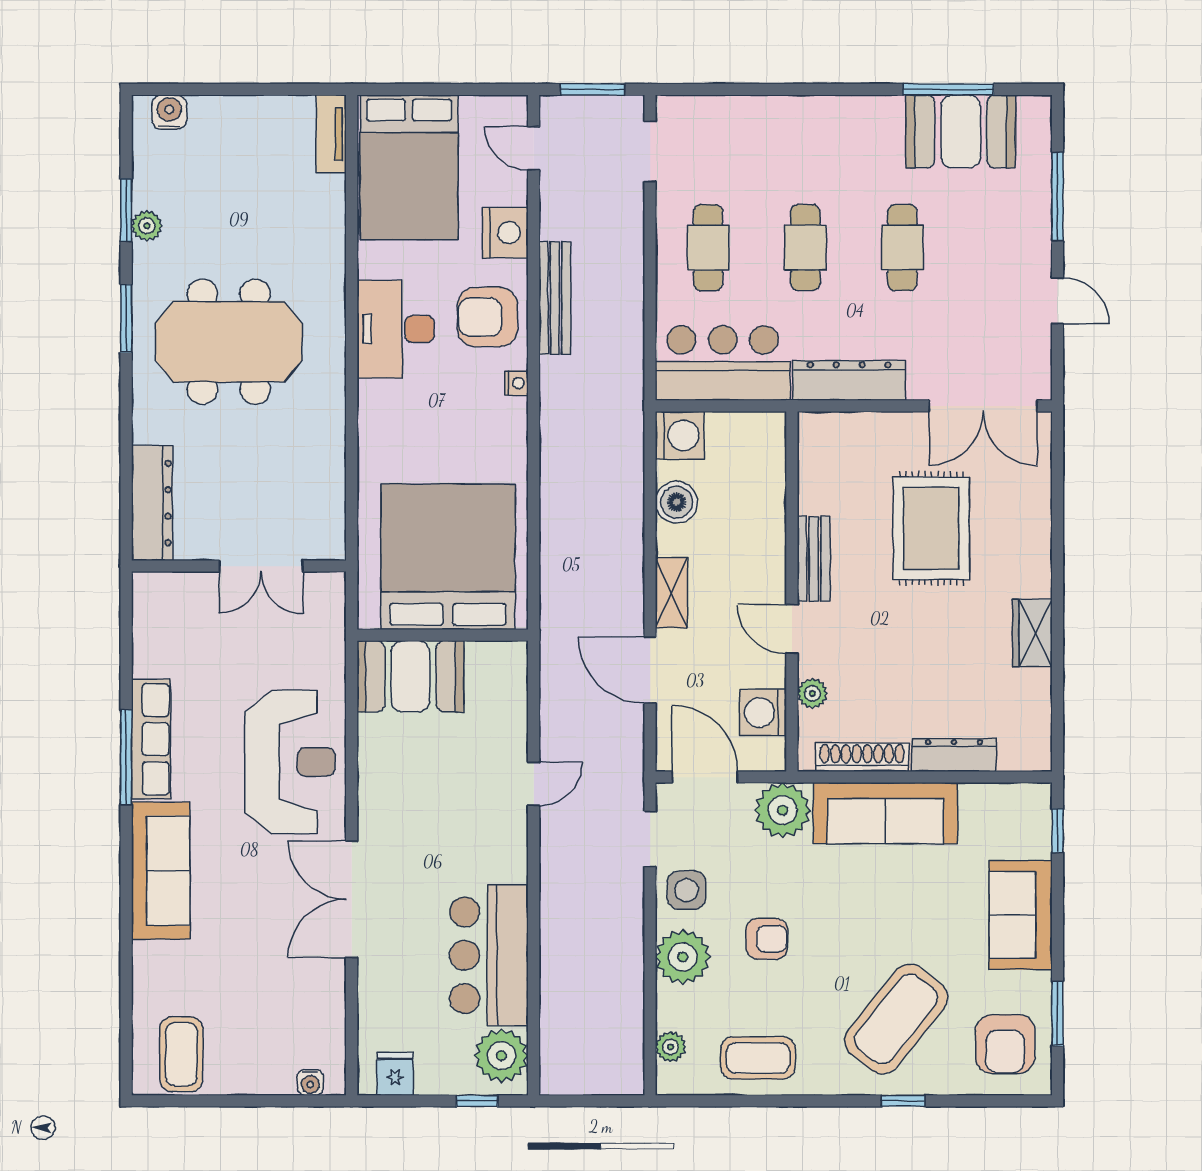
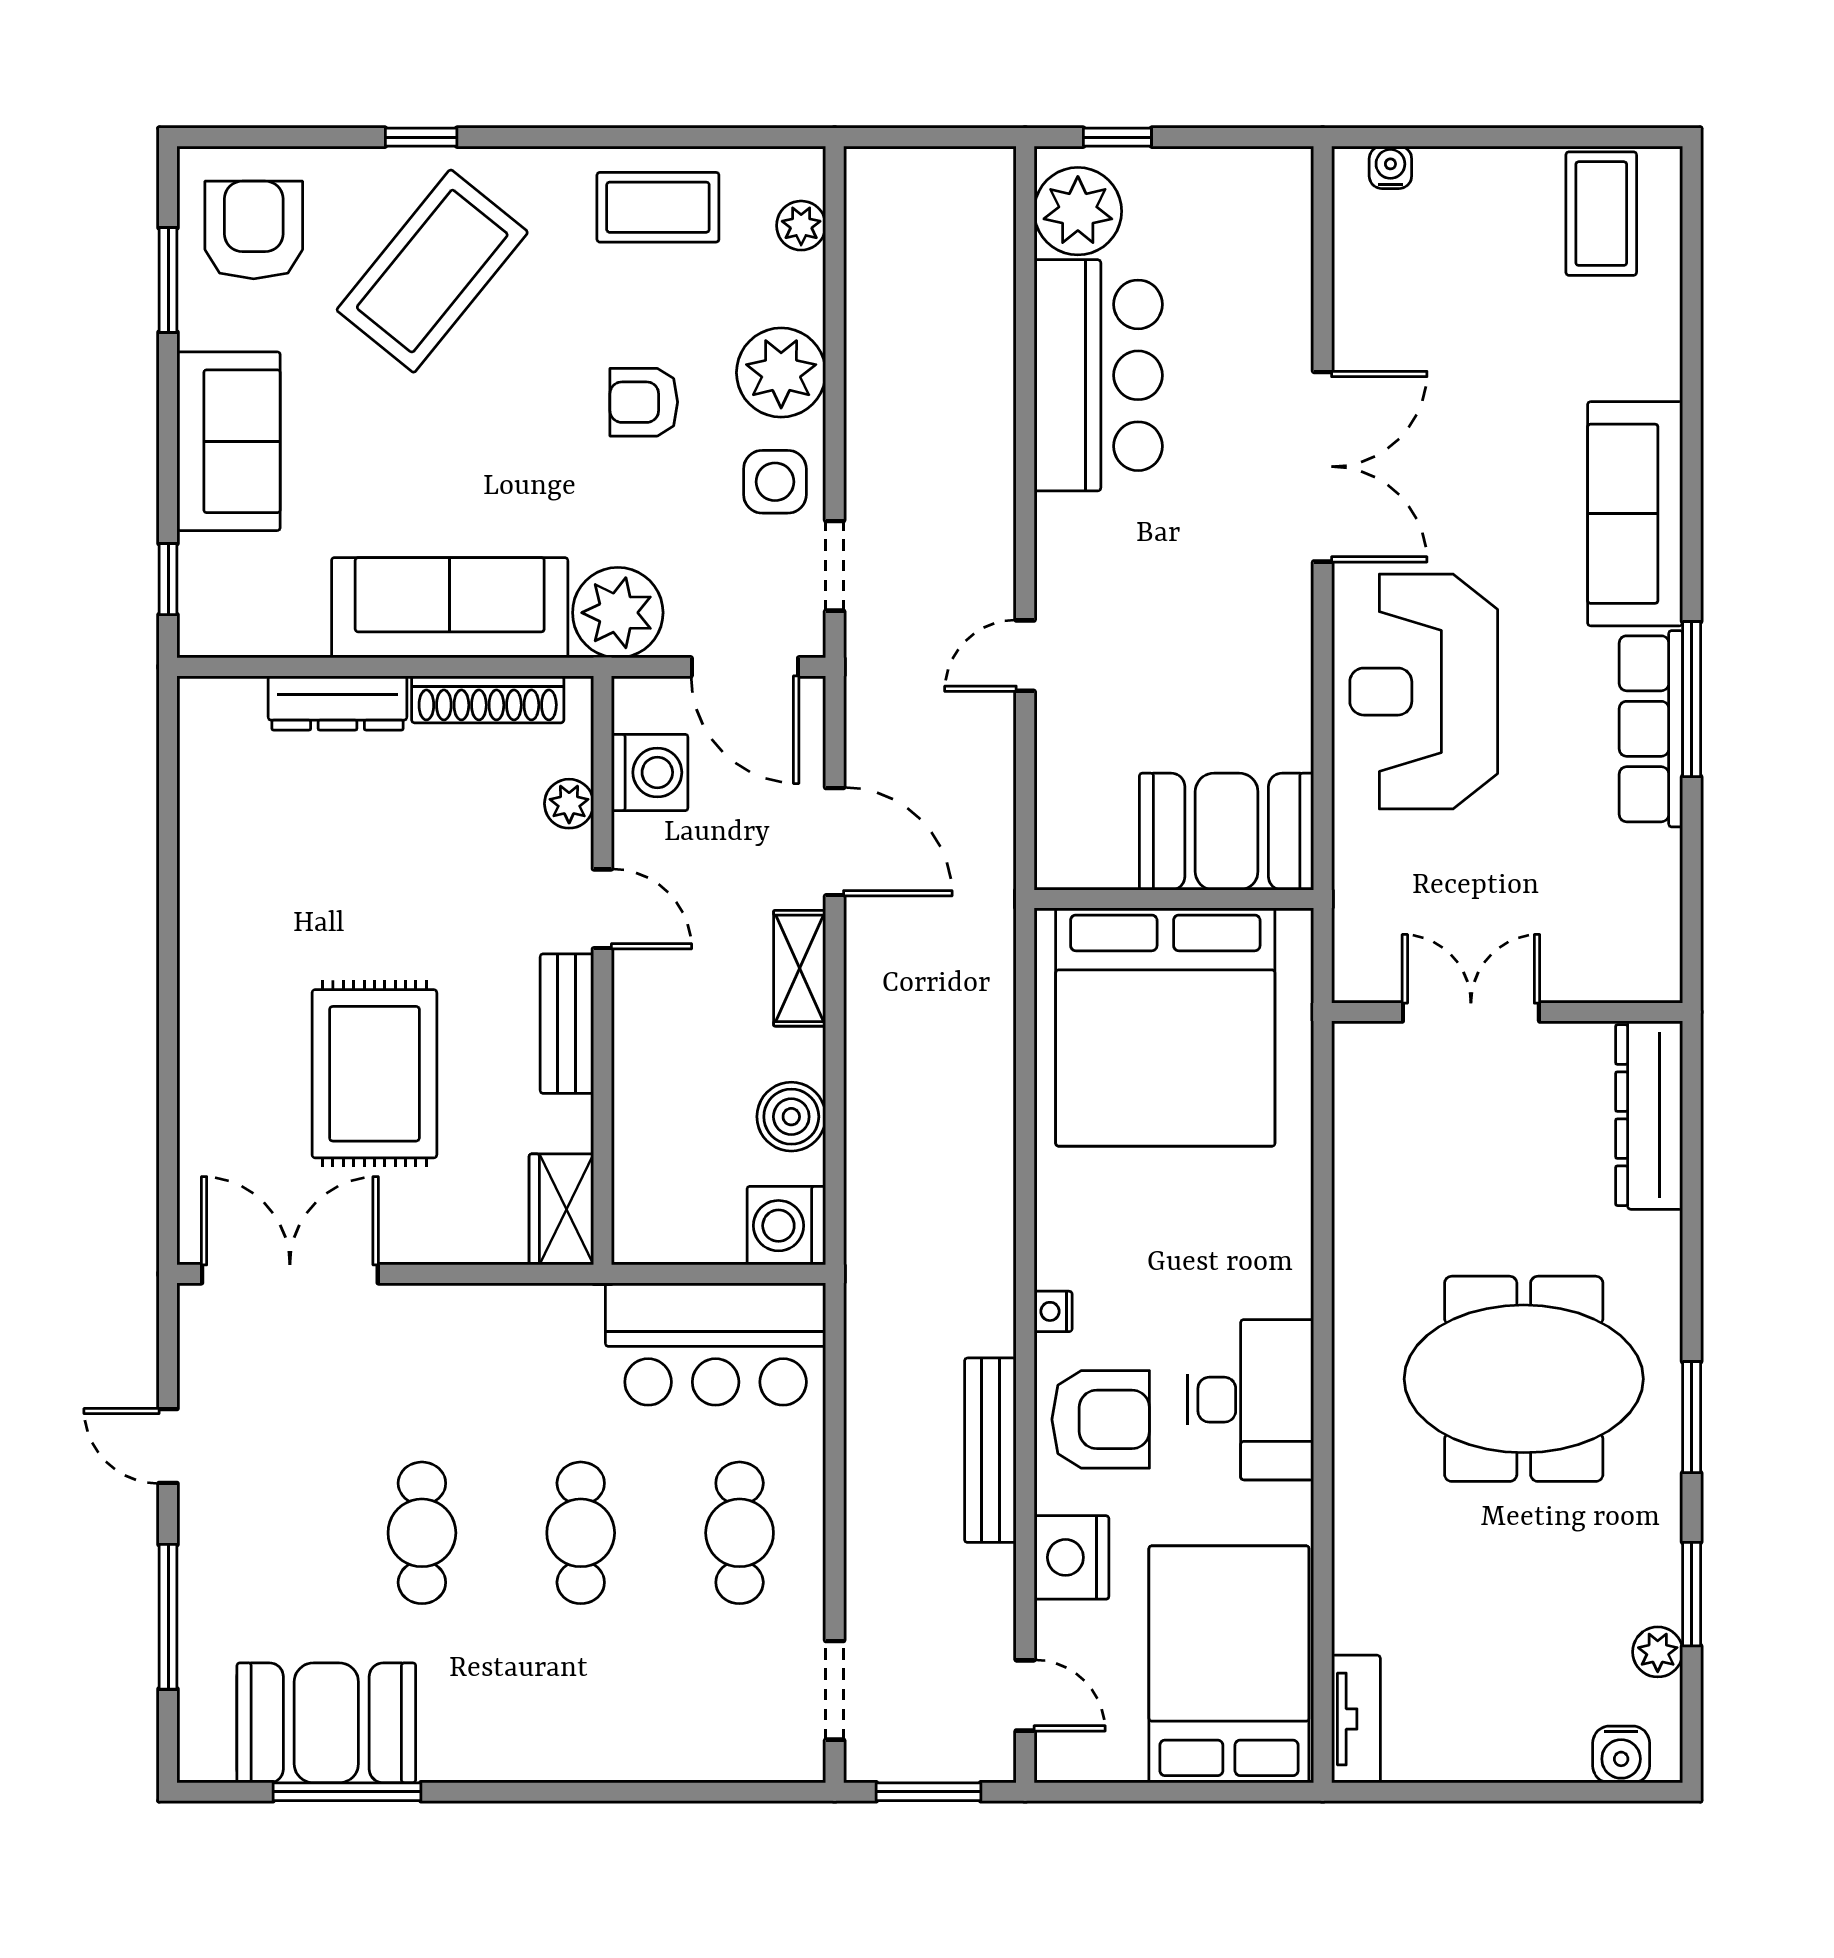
plant: (147, 226) -> (1658, 1652), moved
dresser: (849, 380) -> (509, 1316), removed
wardrobe: (1032, 633) -> (561, 1209), moved, turned 180
fridge: (395, 1074) -> (1252, 181), removed

